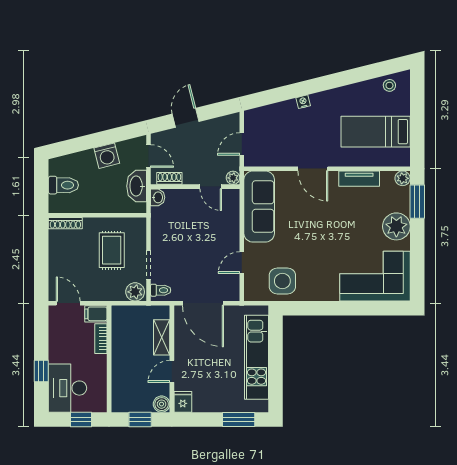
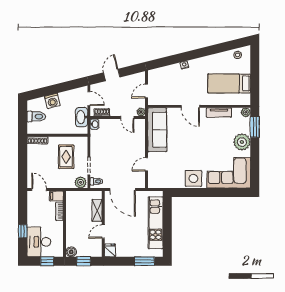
washing machine: (107, 156) -> (52, 101), moved
side table: (282, 281) -> (193, 178), moved
boiler: (162, 404) -> (71, 252), moved

